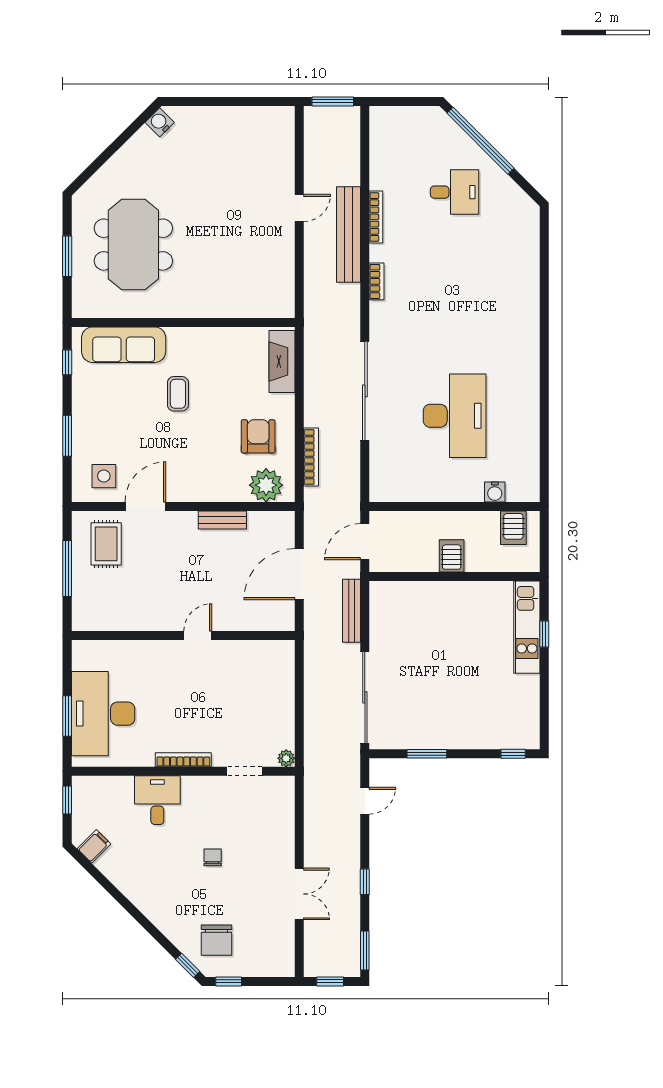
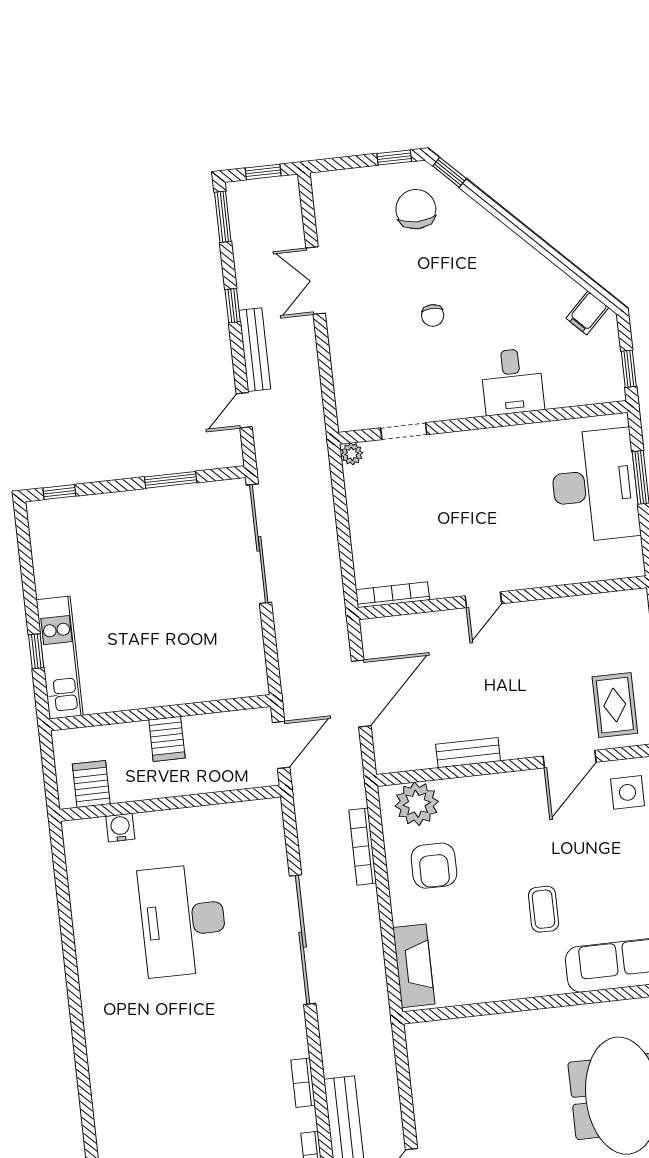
bench: (352, 611) -> (255, 350), moved
bookcase: (183, 760) -> (393, 595), moved, turned 180

